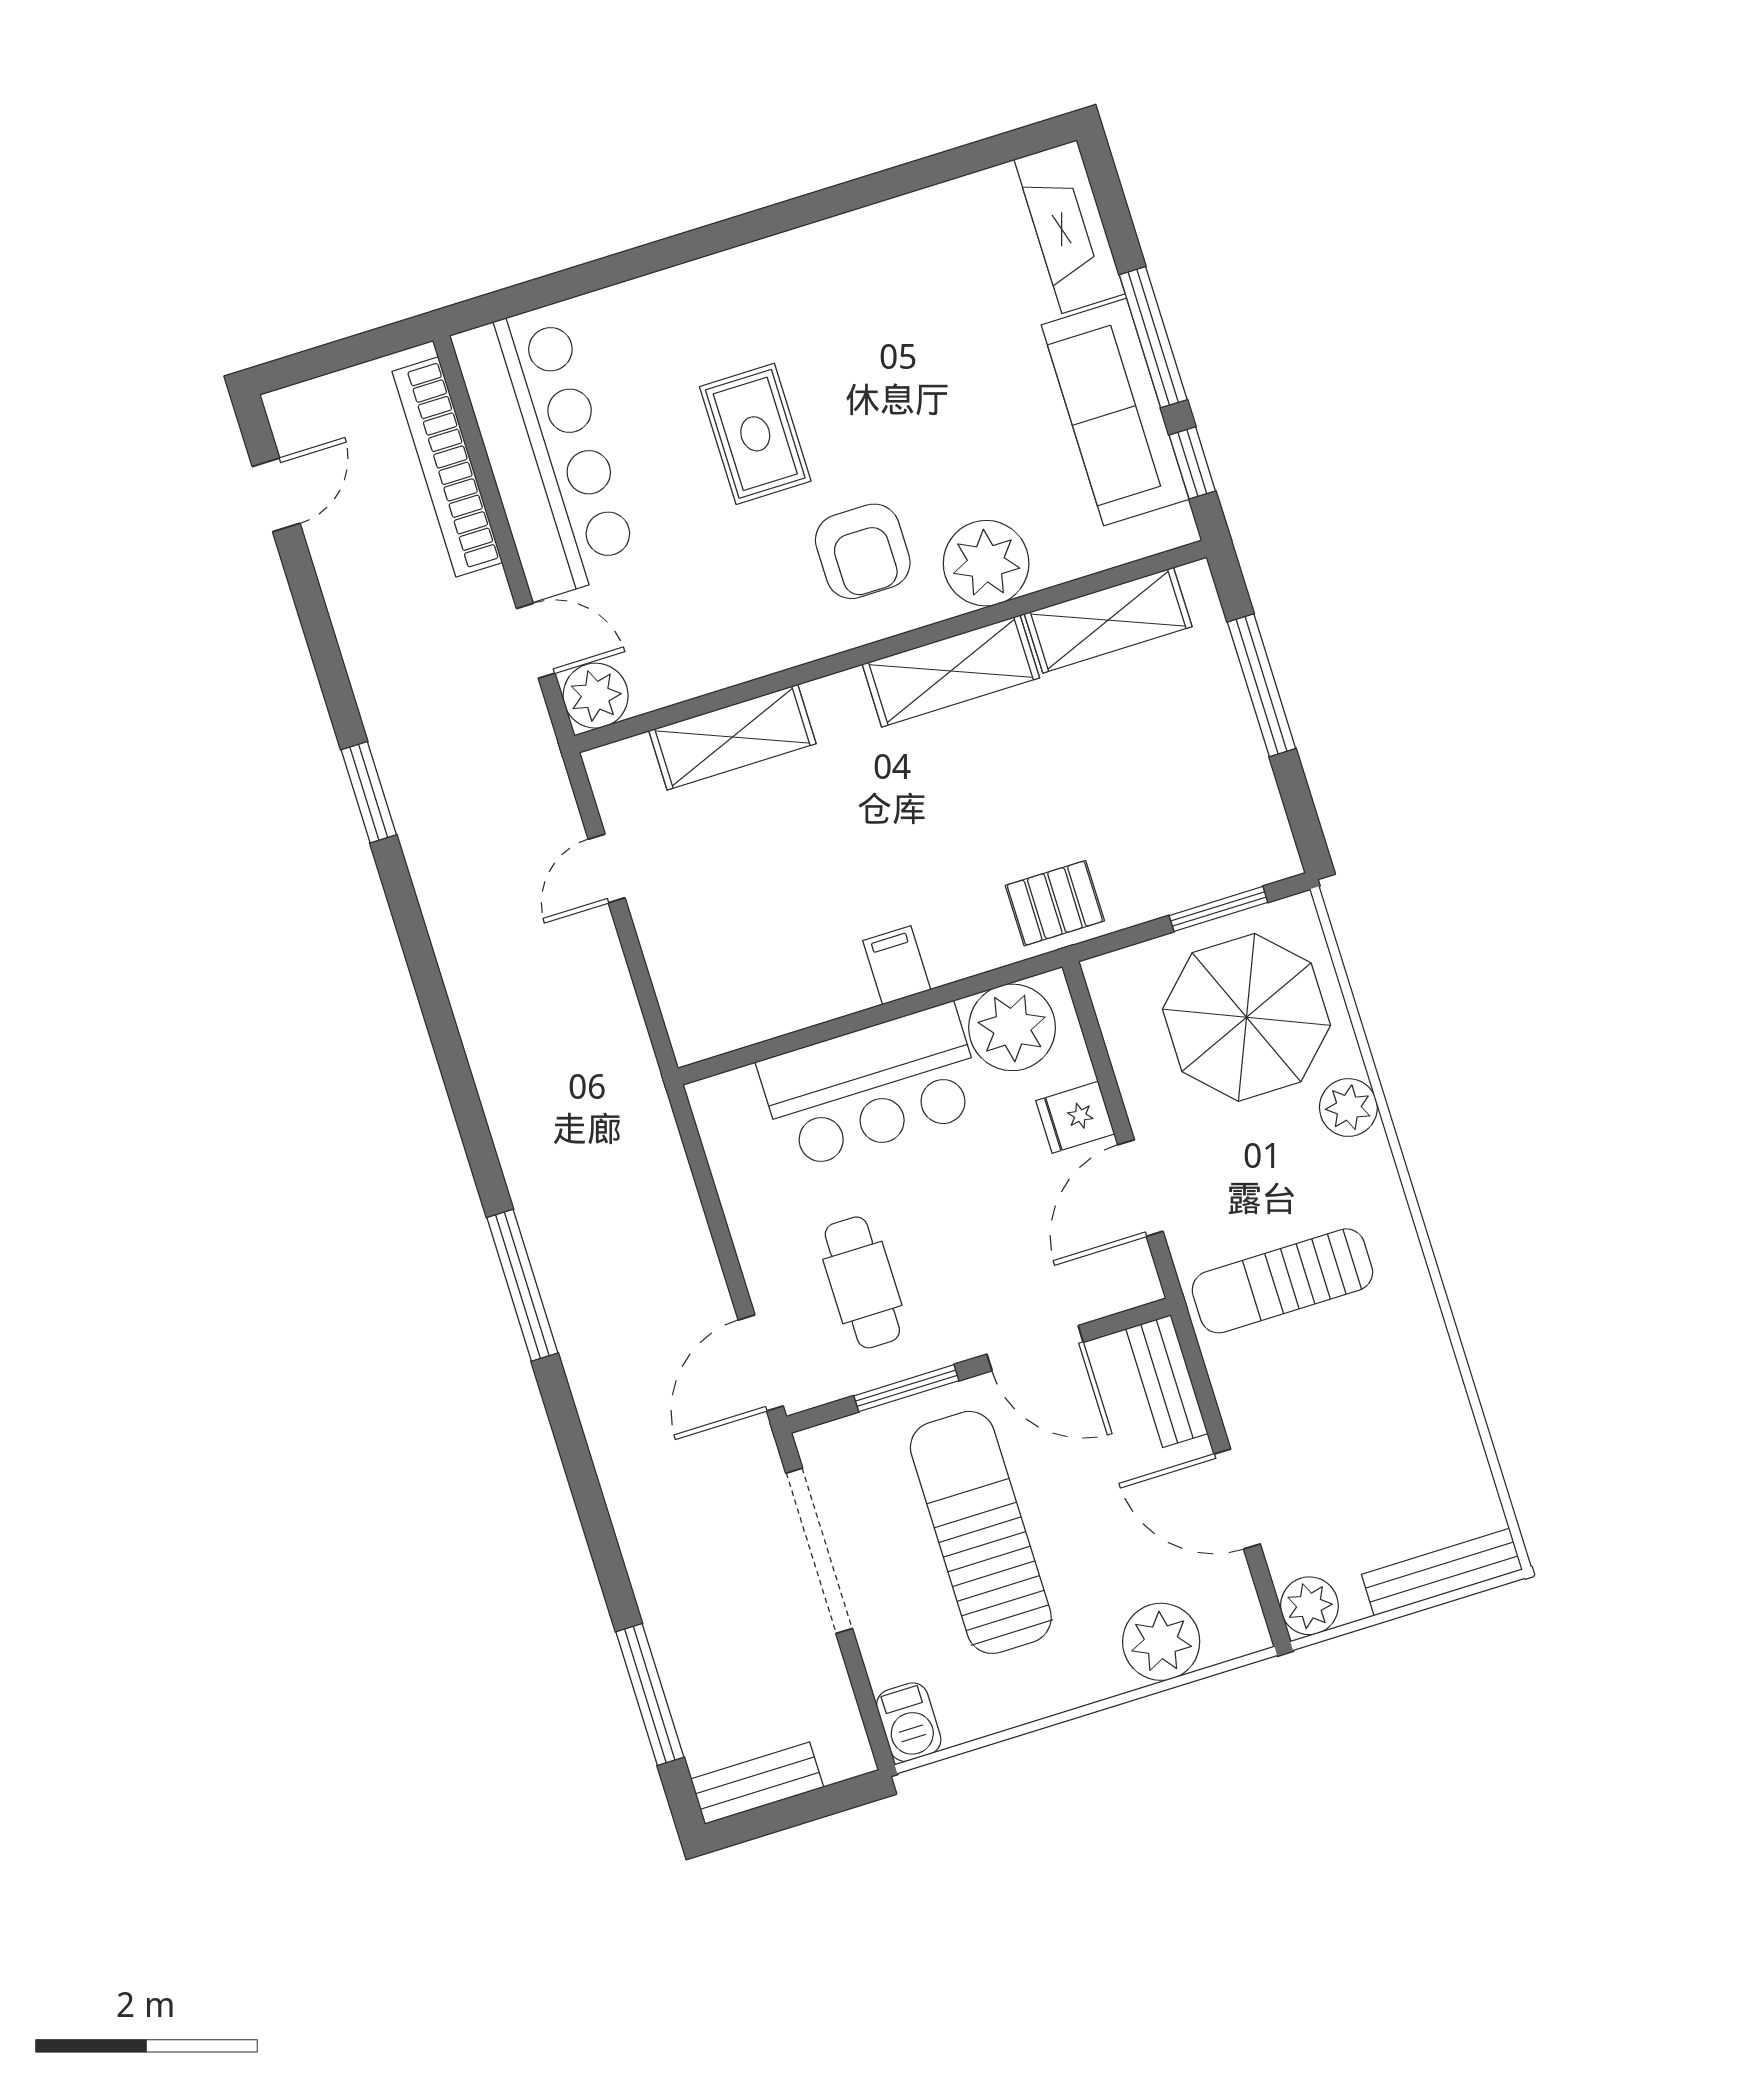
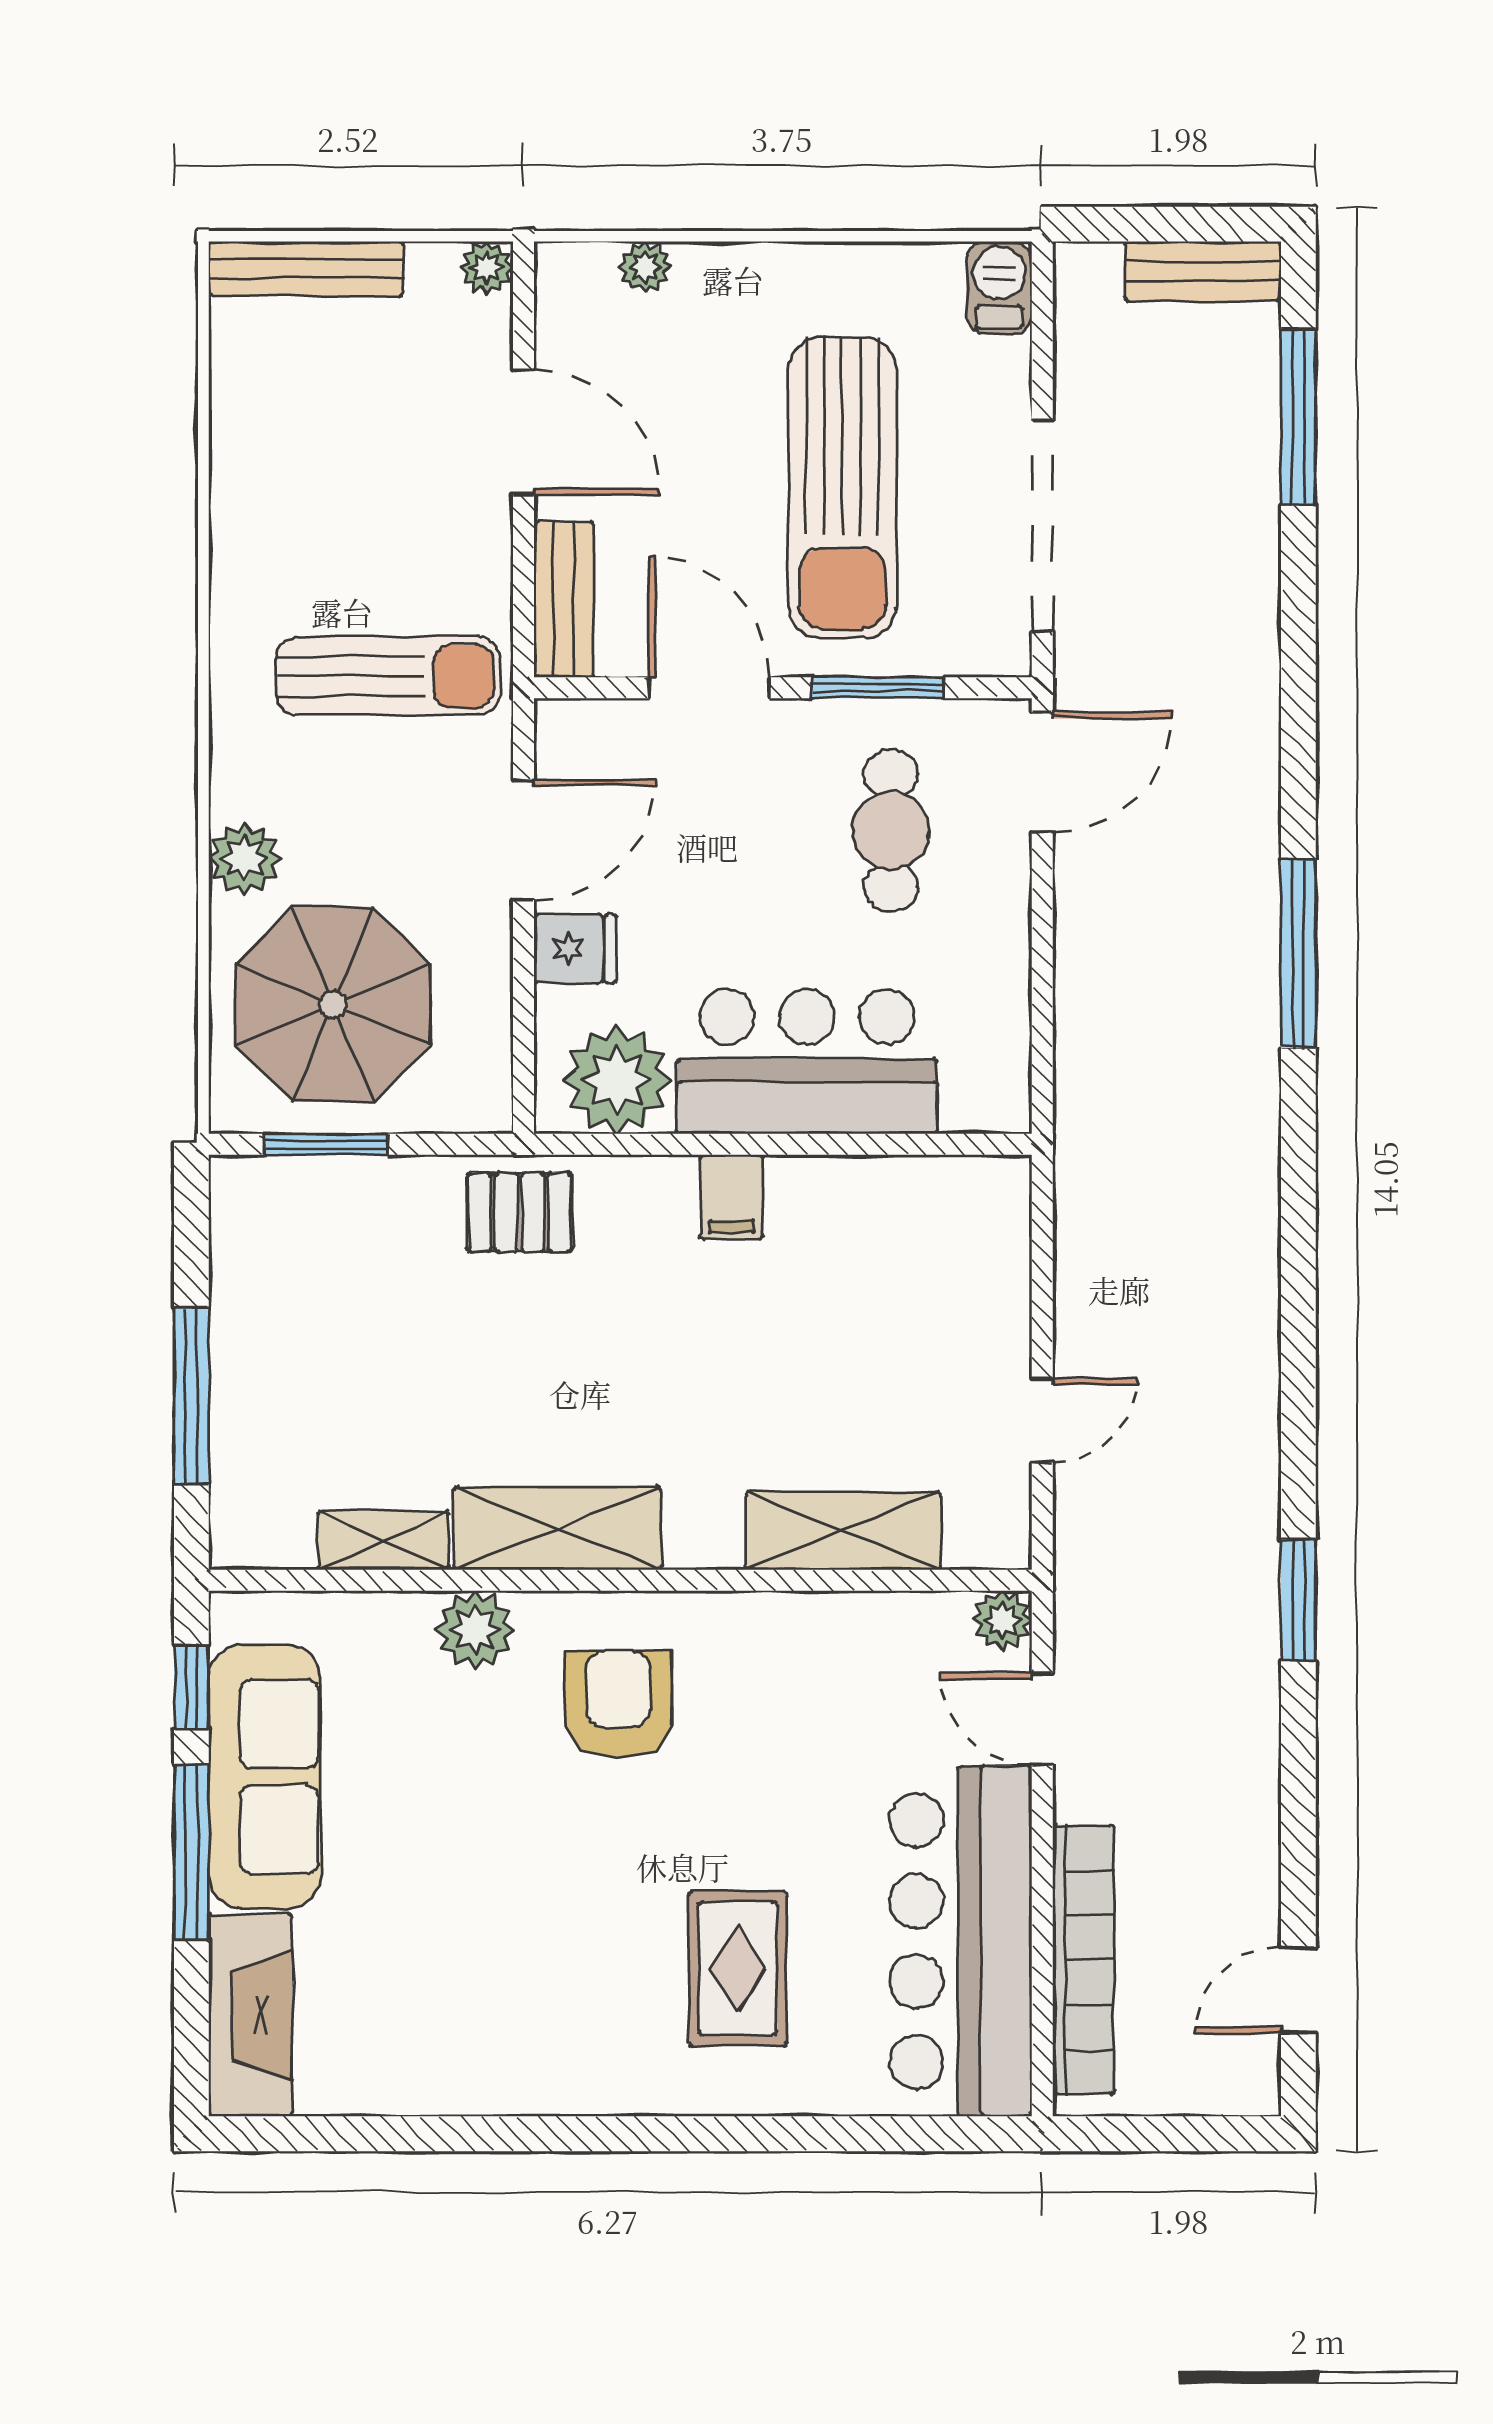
rug: (755, 434) -> (738, 1968), moved
plant: (986, 563) -> (475, 1630), width x0.73, depth x0.73
shelving: (1108, 620) -> (383, 1540), width x0.67, depth x0.75
plant: (596, 696) -> (1002, 1620), width x0.73, depth x0.73
plant: (1309, 1606) -> (487, 268), width x0.73, depth x0.73
plant: (1161, 1642) -> (645, 267), width x0.53, depth x0.53

